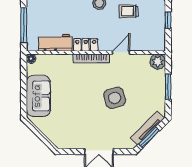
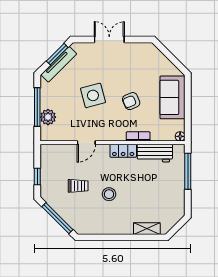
bookcase: (91, 58) -> (138, 136), moved, width x0.64
plant: (158, 62) -> (48, 117), moved
window: (168, 87) -> (37, 107), width x1.44
armchair: (78, 92) -> (131, 101), added

